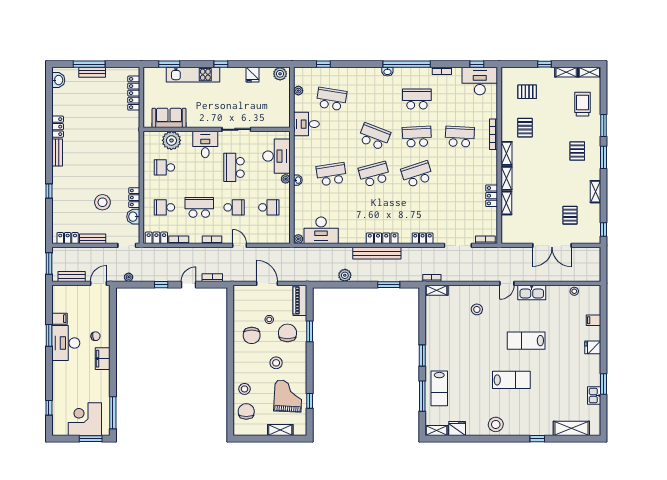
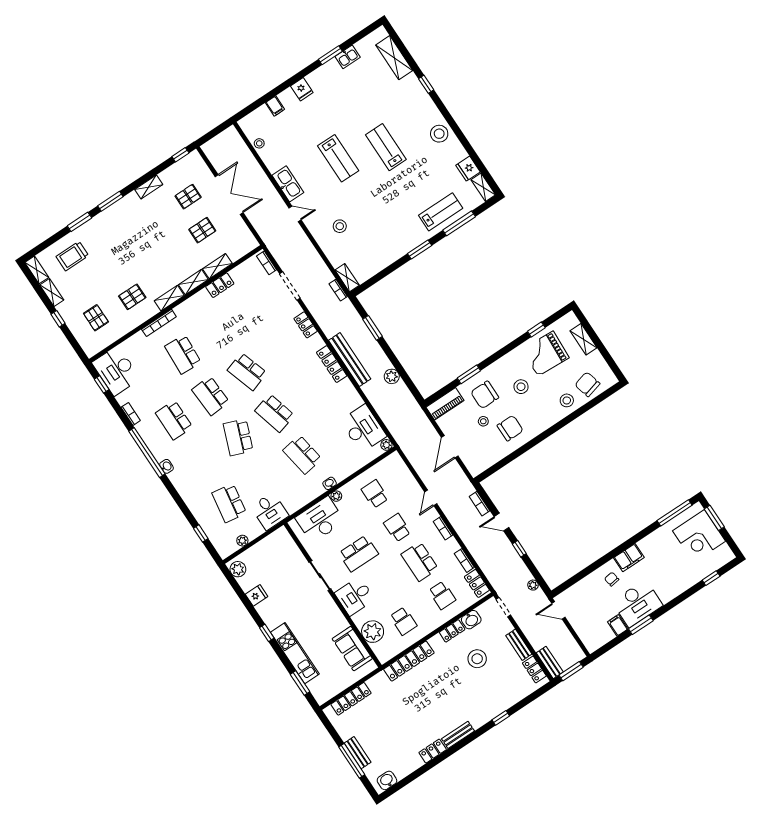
pallet: (577, 151) -> (202, 230), moved
locker: (133, 152) -> (409, 661), added
bench: (72, 276) -> (550, 662), moved
chair: (246, 411) -> (587, 384), turned 75

